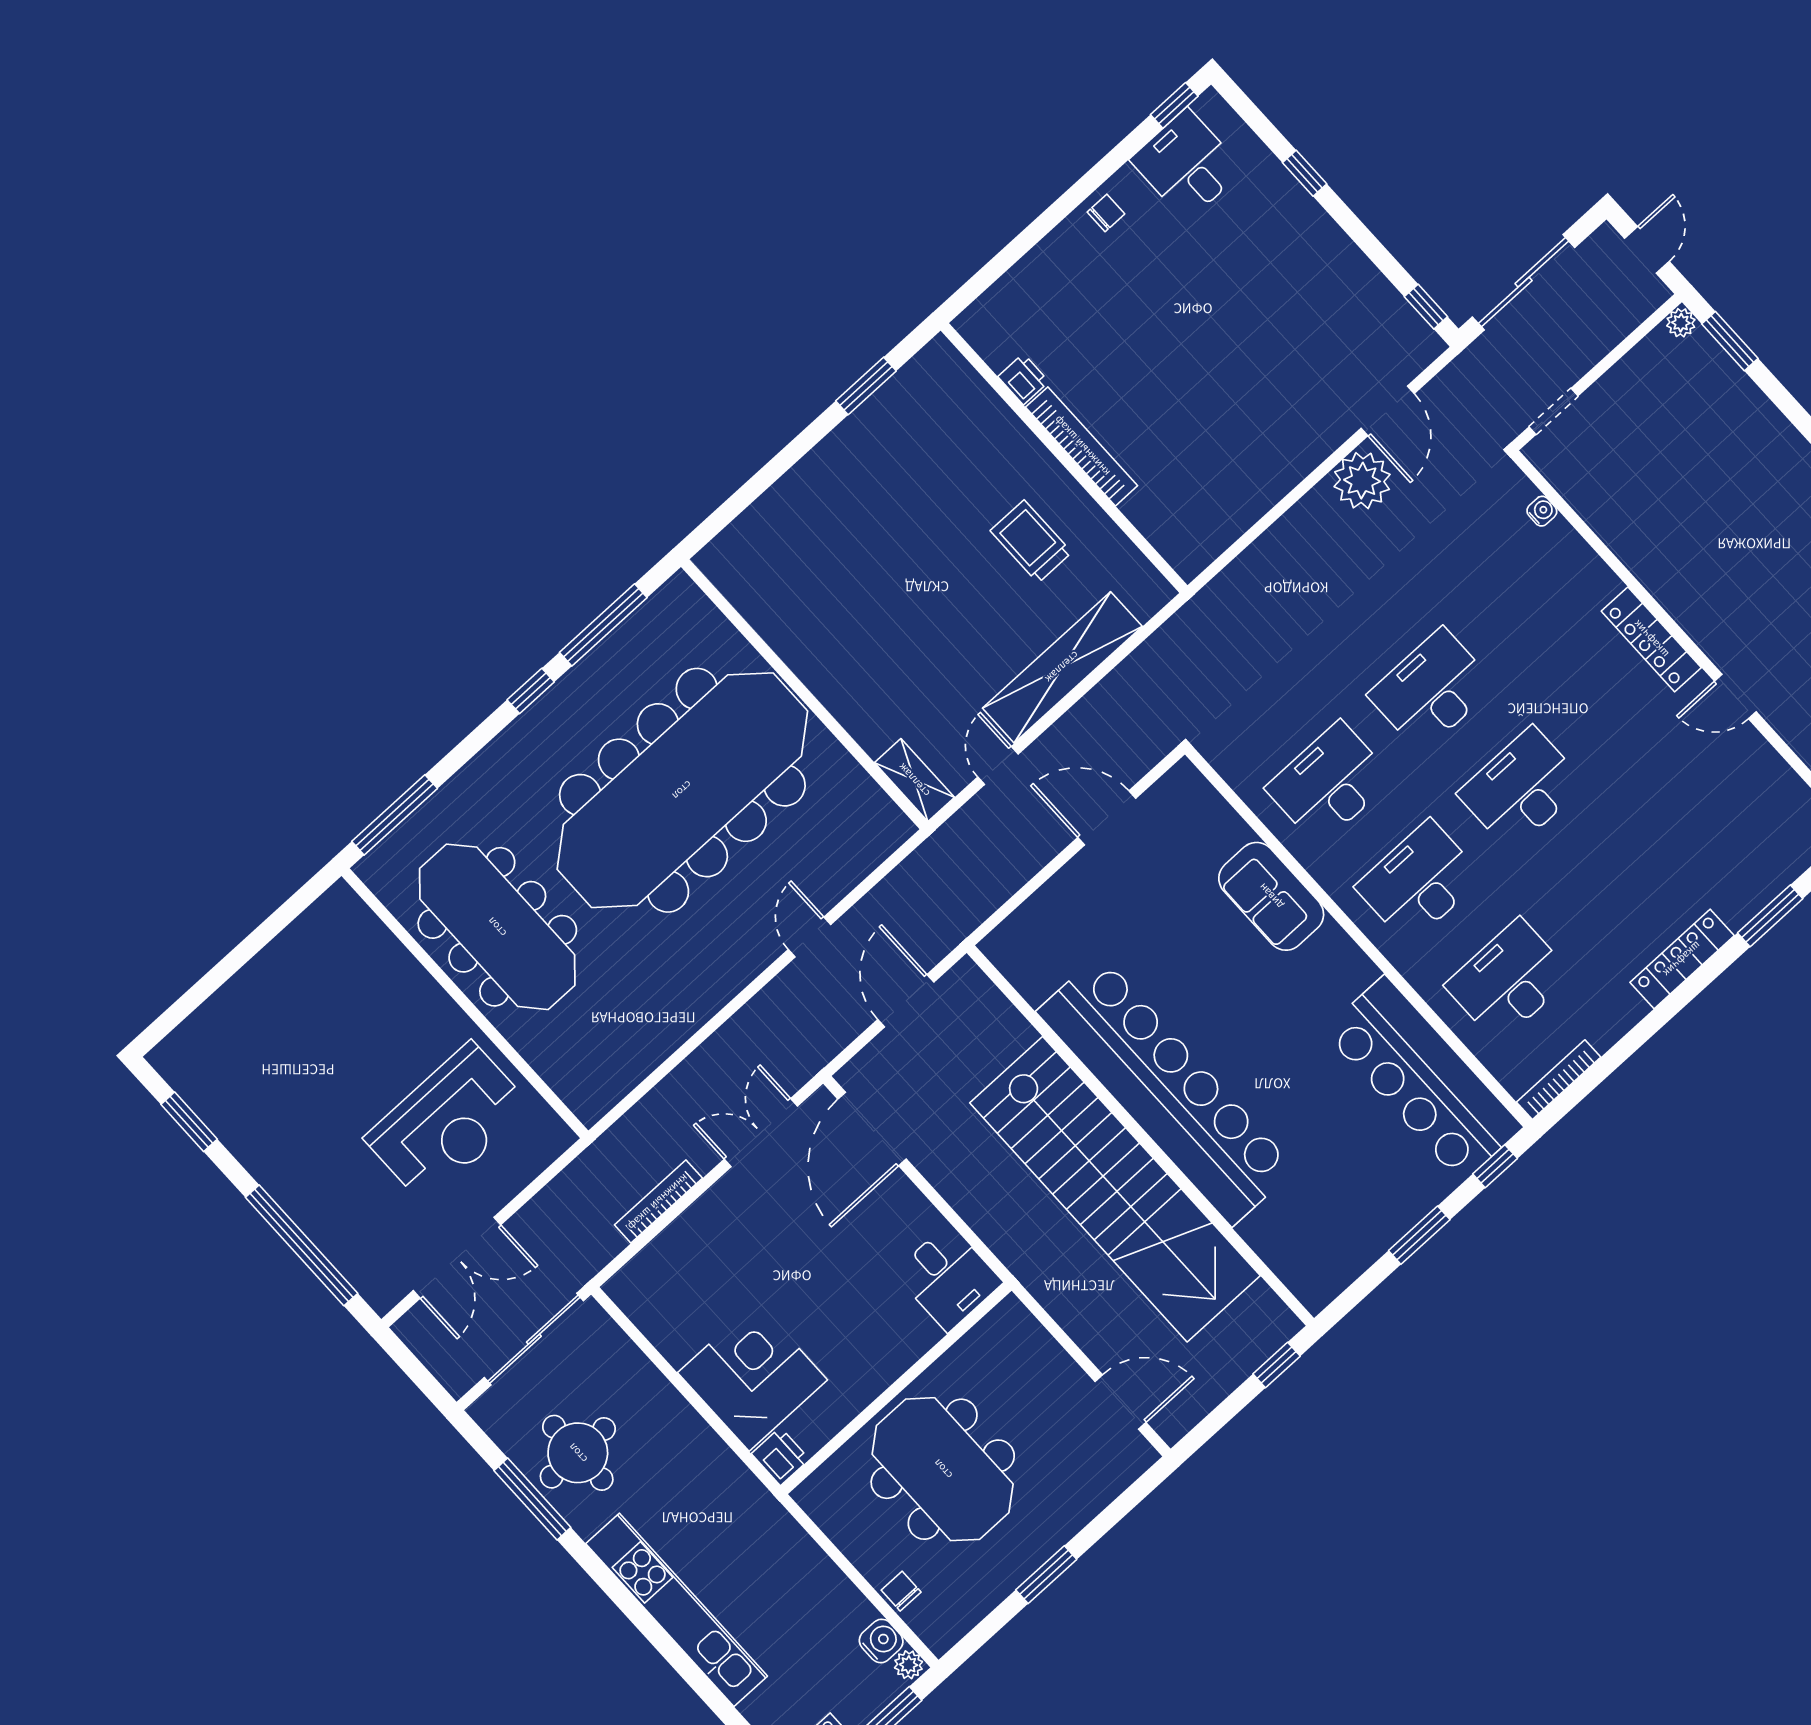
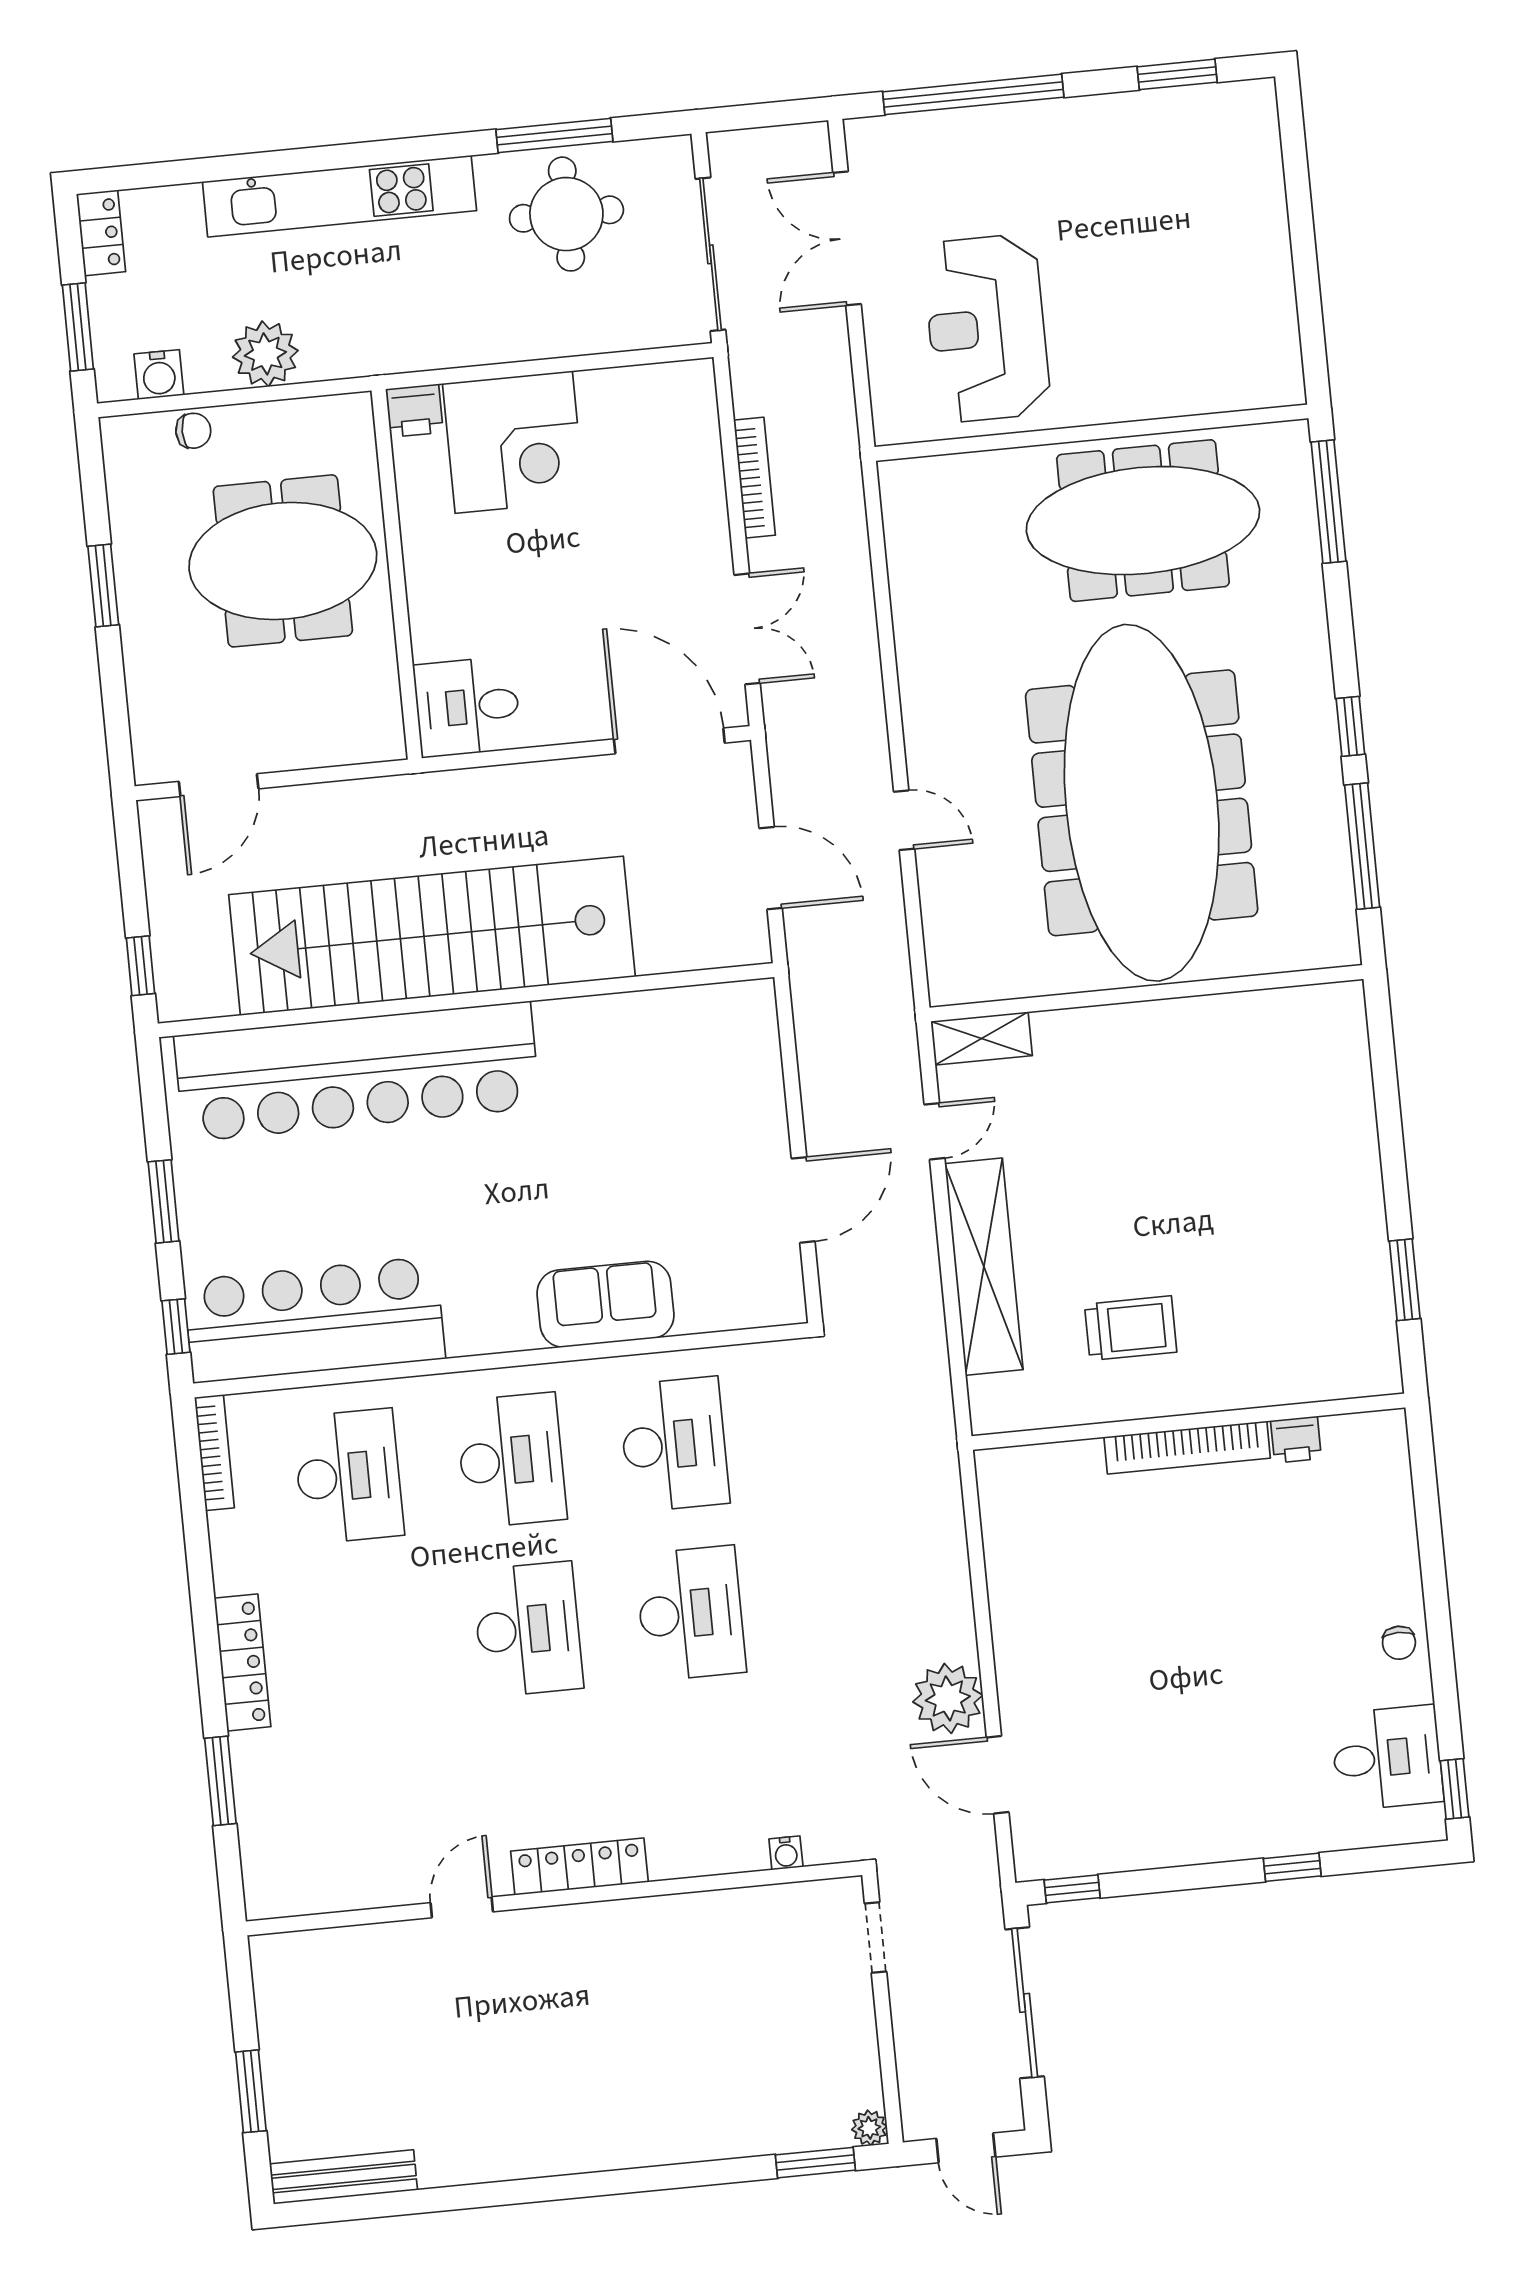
door: (998, 766) -> (935, 1131), hinge flipped
bar counter: (1166, 1090) -> (357, 1072), moved
plant: (909, 1665) -> (265, 354), moved, width x1.87, depth x1.87

